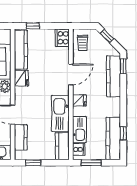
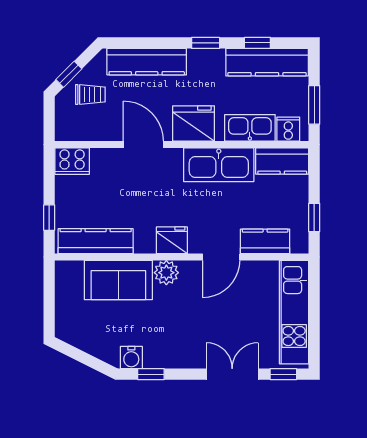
trolley: (83, 43) -> (90, 94), moved
window: (123, 66) -> (206, 43), moved
fridge: (21, 78) -> (172, 240), moved
fridge: (79, 100) -> (194, 123), width x1.88, depth x1.34

